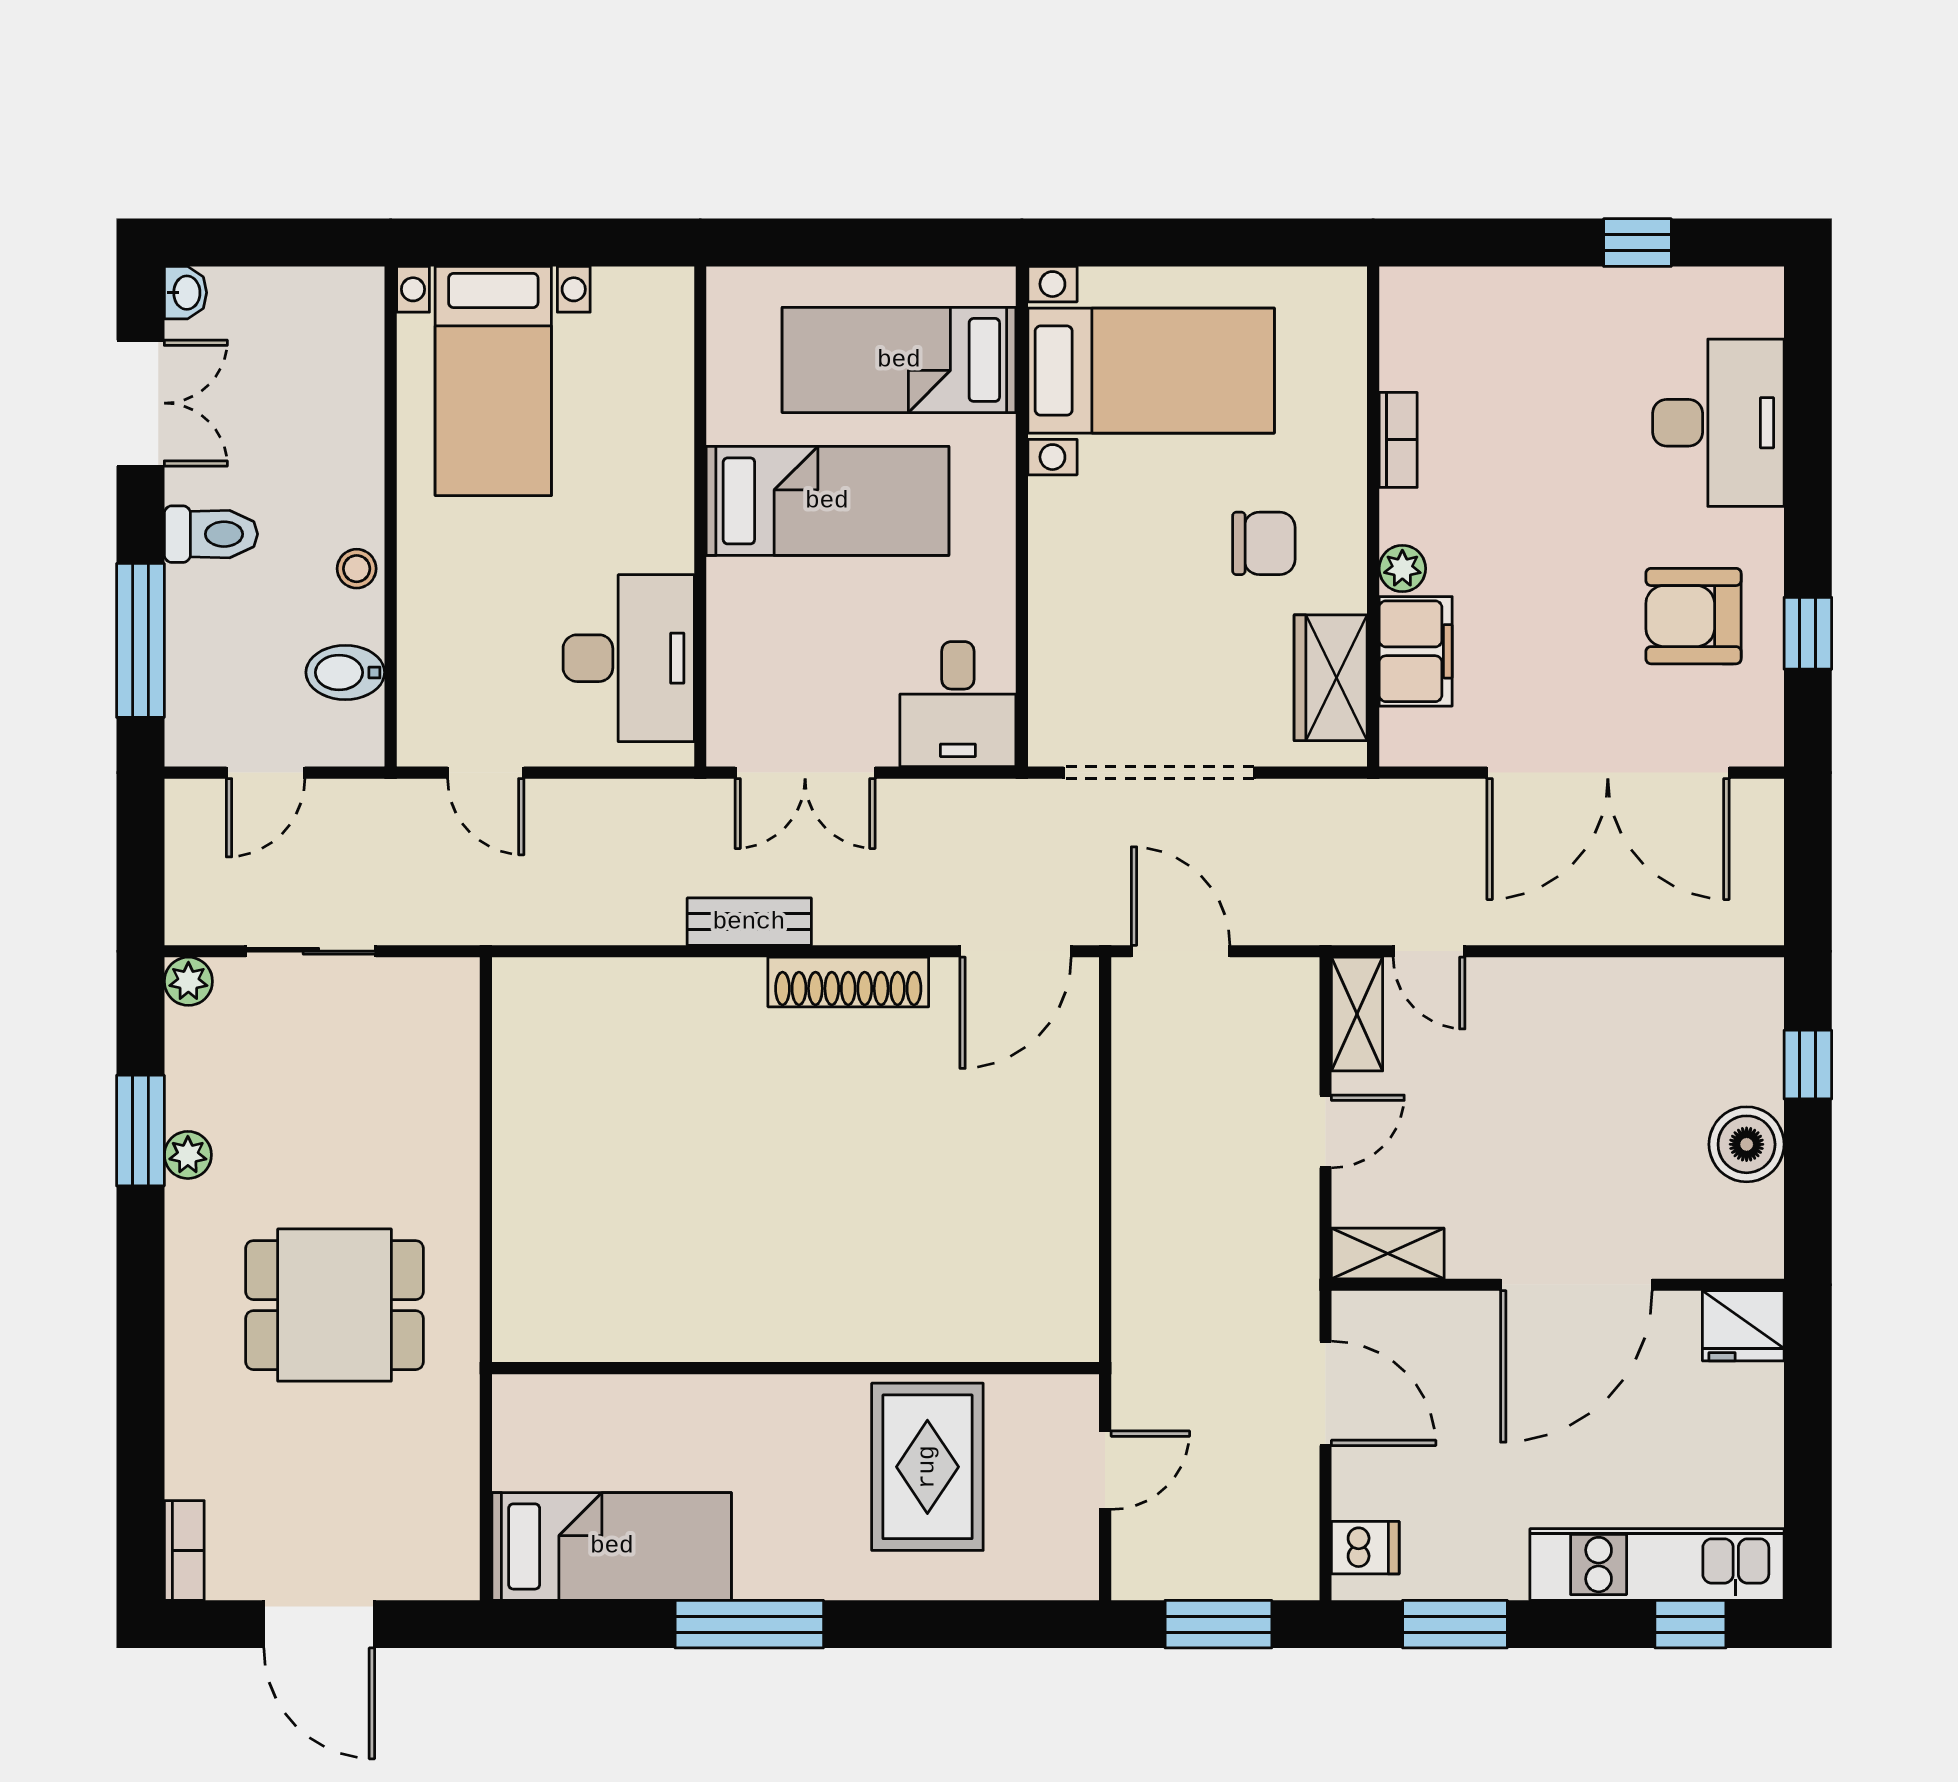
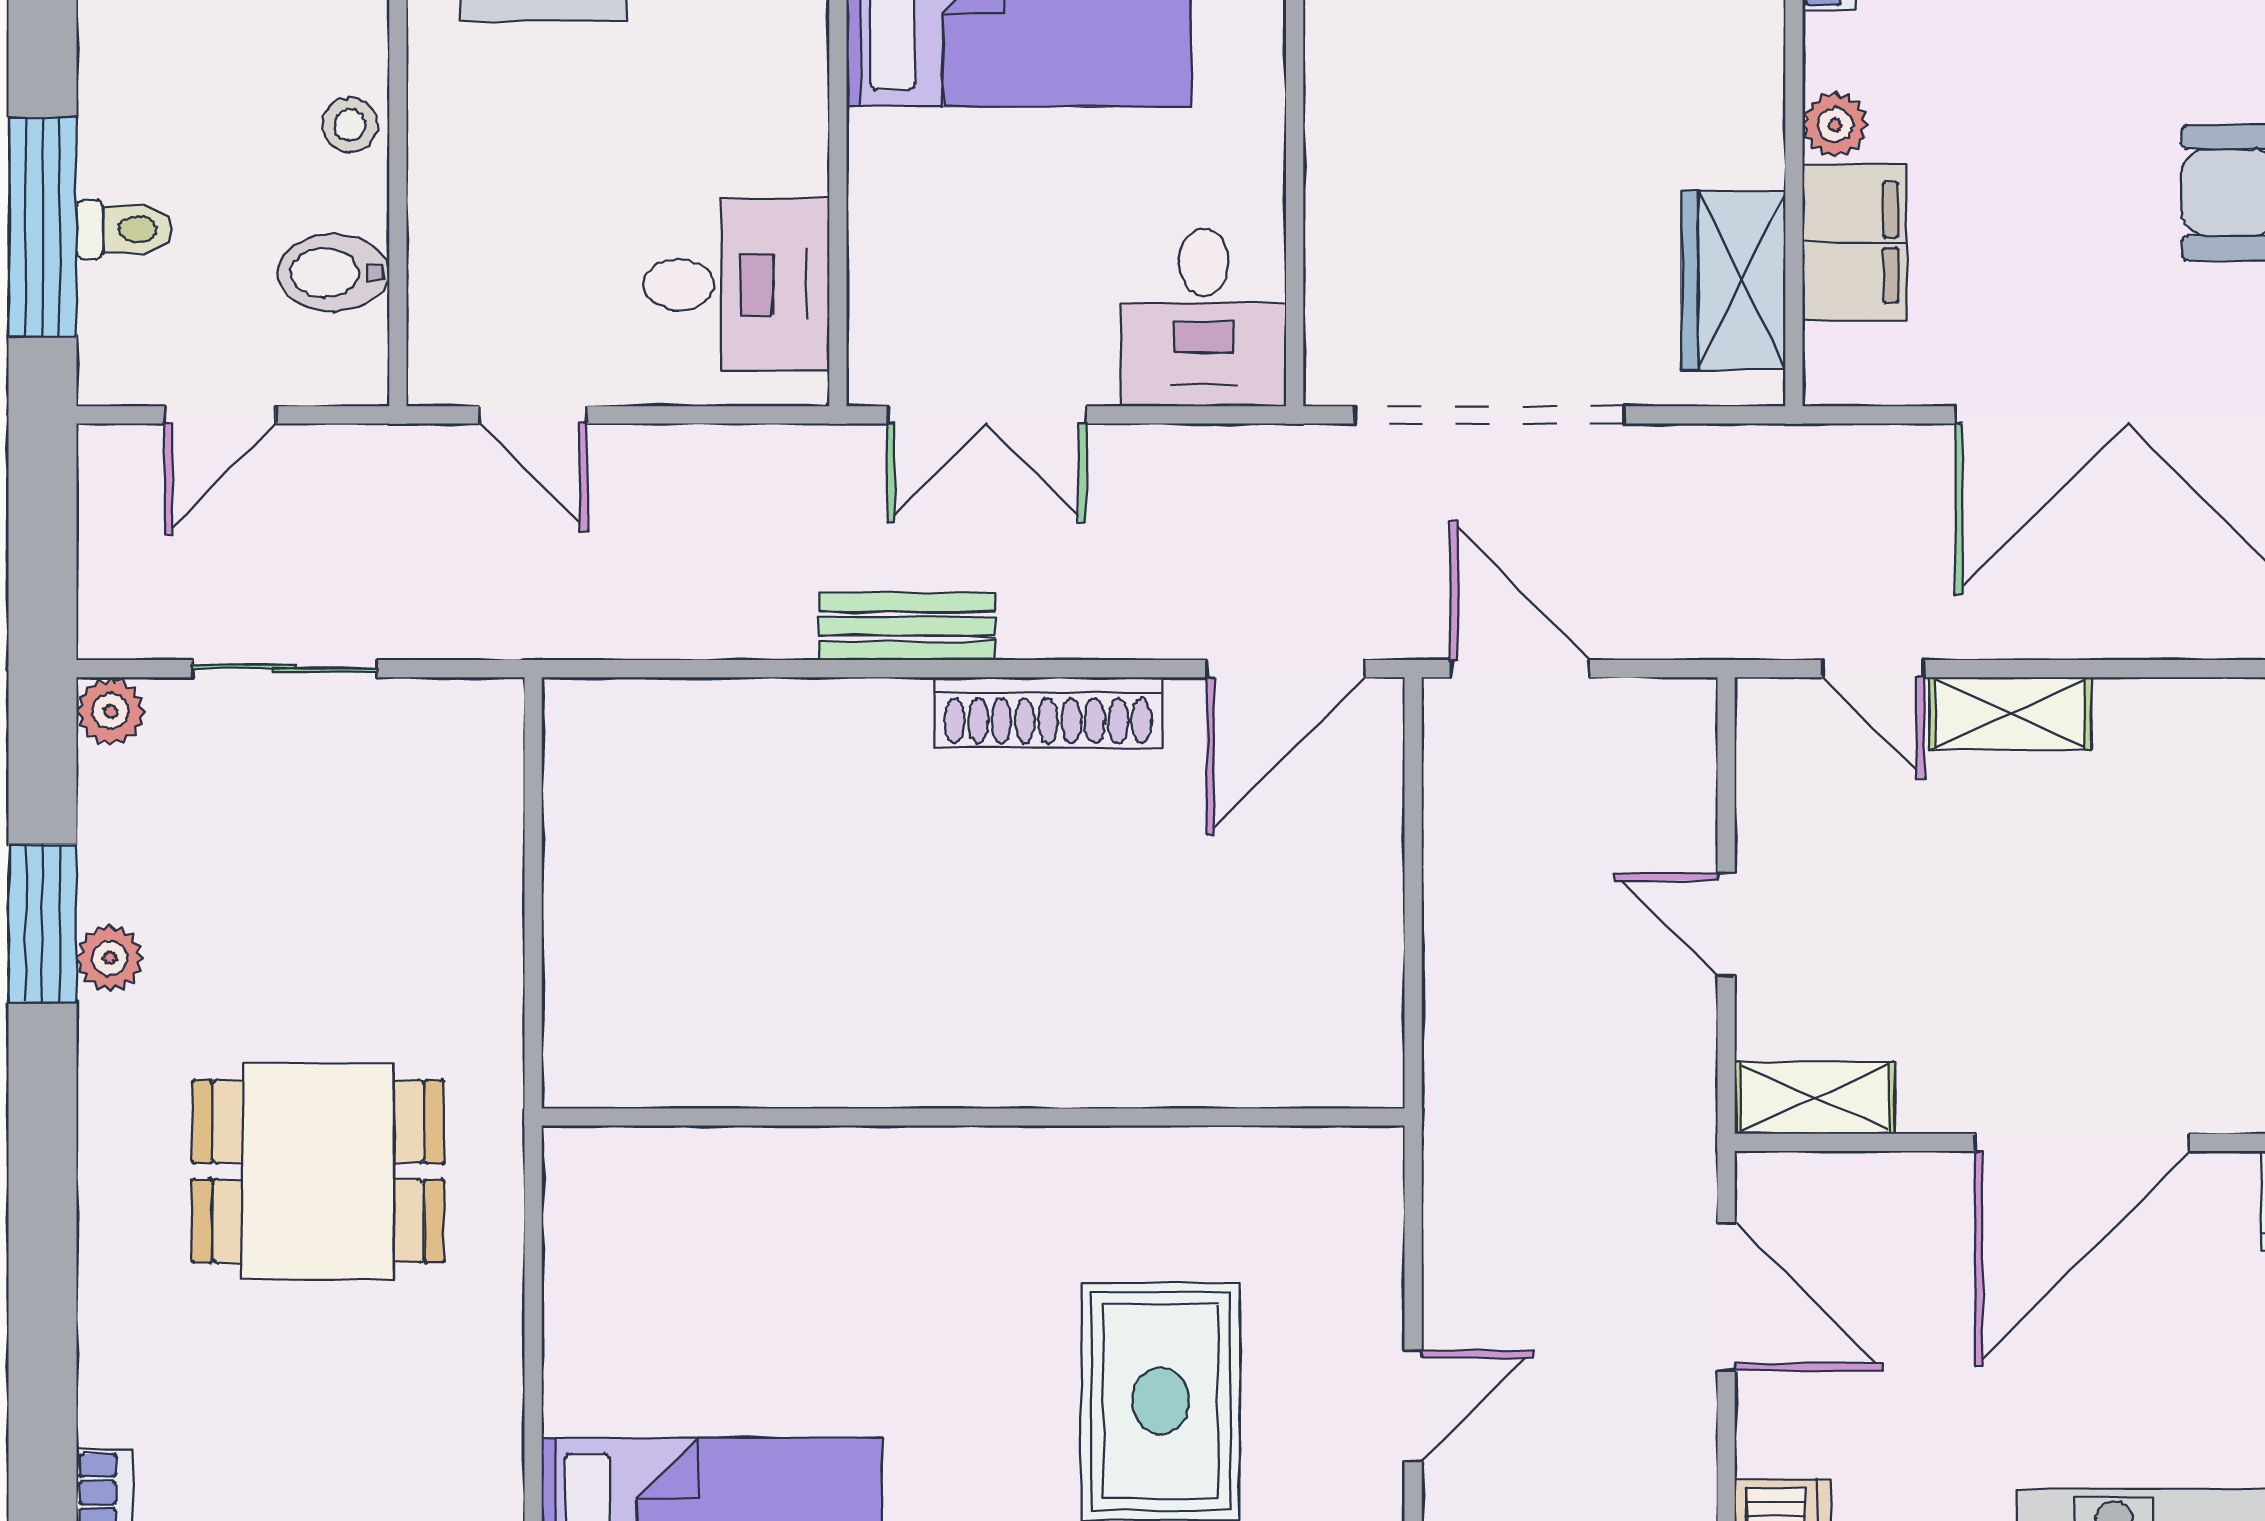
toilet: (211, 534) -> (124, 229), moved, width x0.73, depth x0.72
chair: (1264, 543) -> (1639, 89), removed
desk: (629, 658) -> (736, 284), width x0.73
shelving: (1357, 1014) -> (2010, 713), moved, turned 90
door: (1326, 1131) -> (1726, 925), swing flipped
wall: (796, 1368) -> (973, 1117), moved

